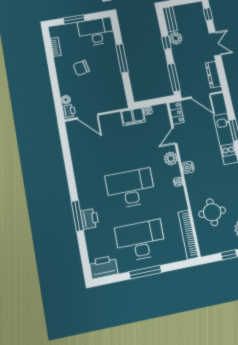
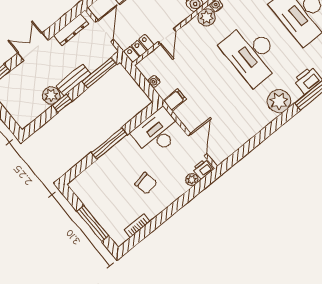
window: (74, 19) -> (93, 224), width x1.44
bench: (170, 19) -> (73, 80), moved
desk: (96, 32) -> (157, 132), moved, turned 90
filing cabinet: (133, 117) -> (175, 100), width x0.50
door: (174, 136) -> (167, 37), hinge flipped
plant: (171, 158) -> (207, 17), moved
plant: (86, 190) -> (279, 101), added

